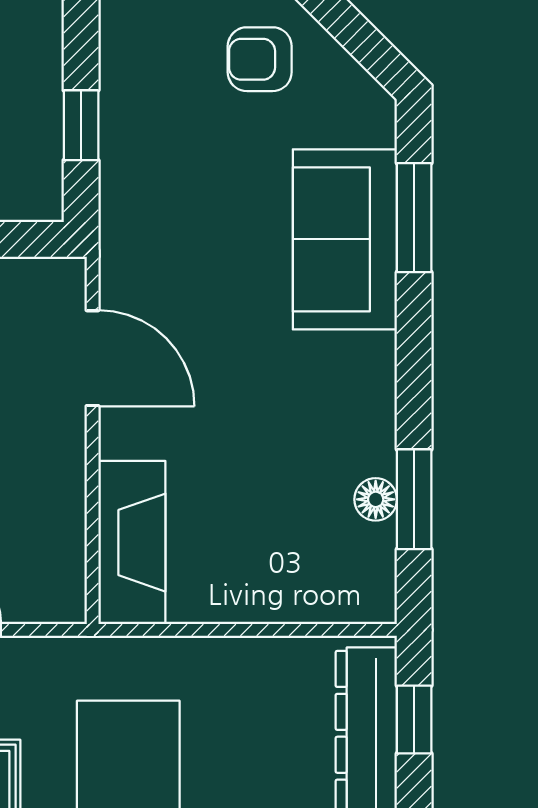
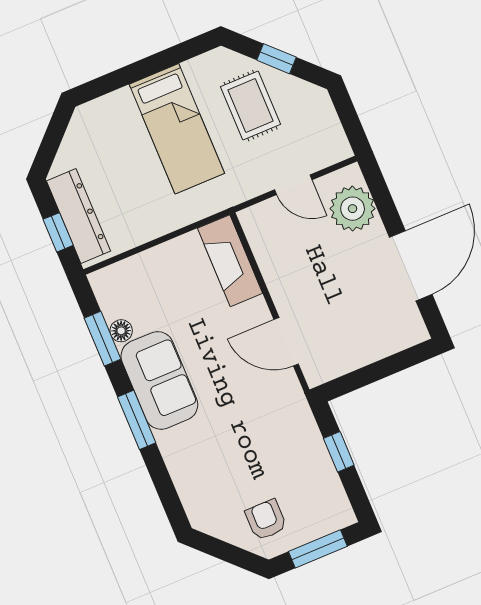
armchair: (260, 59) -> (266, 520), turned -90
window: (414, 218) -> (137, 420), moved
sofa: (345, 239) -> (159, 380), moved

